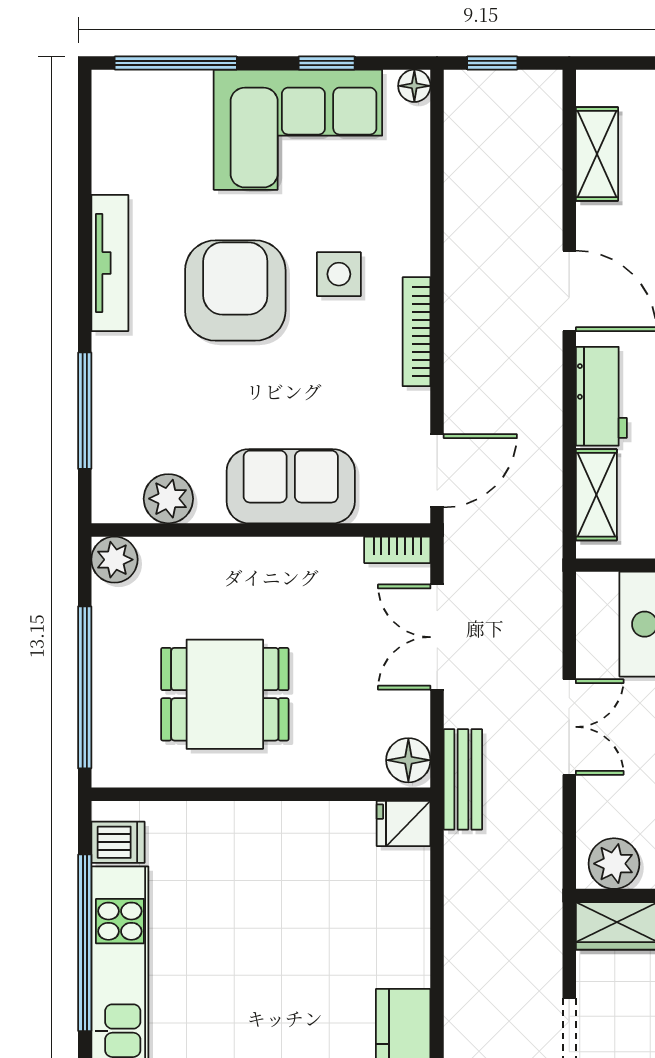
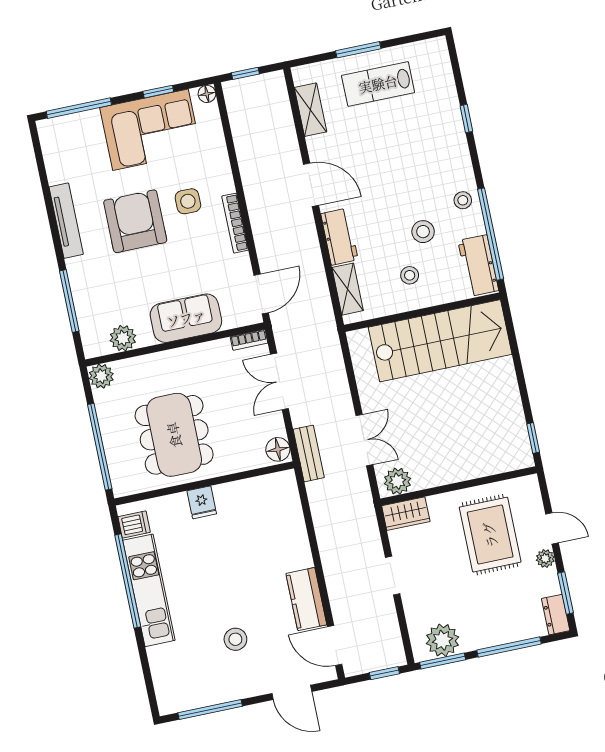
dining table: (225, 694) -> (174, 435), width x1.37
double door: (569, 727) -> (364, 440), moved
fridge: (404, 823) -> (202, 502), moved, turned -90

